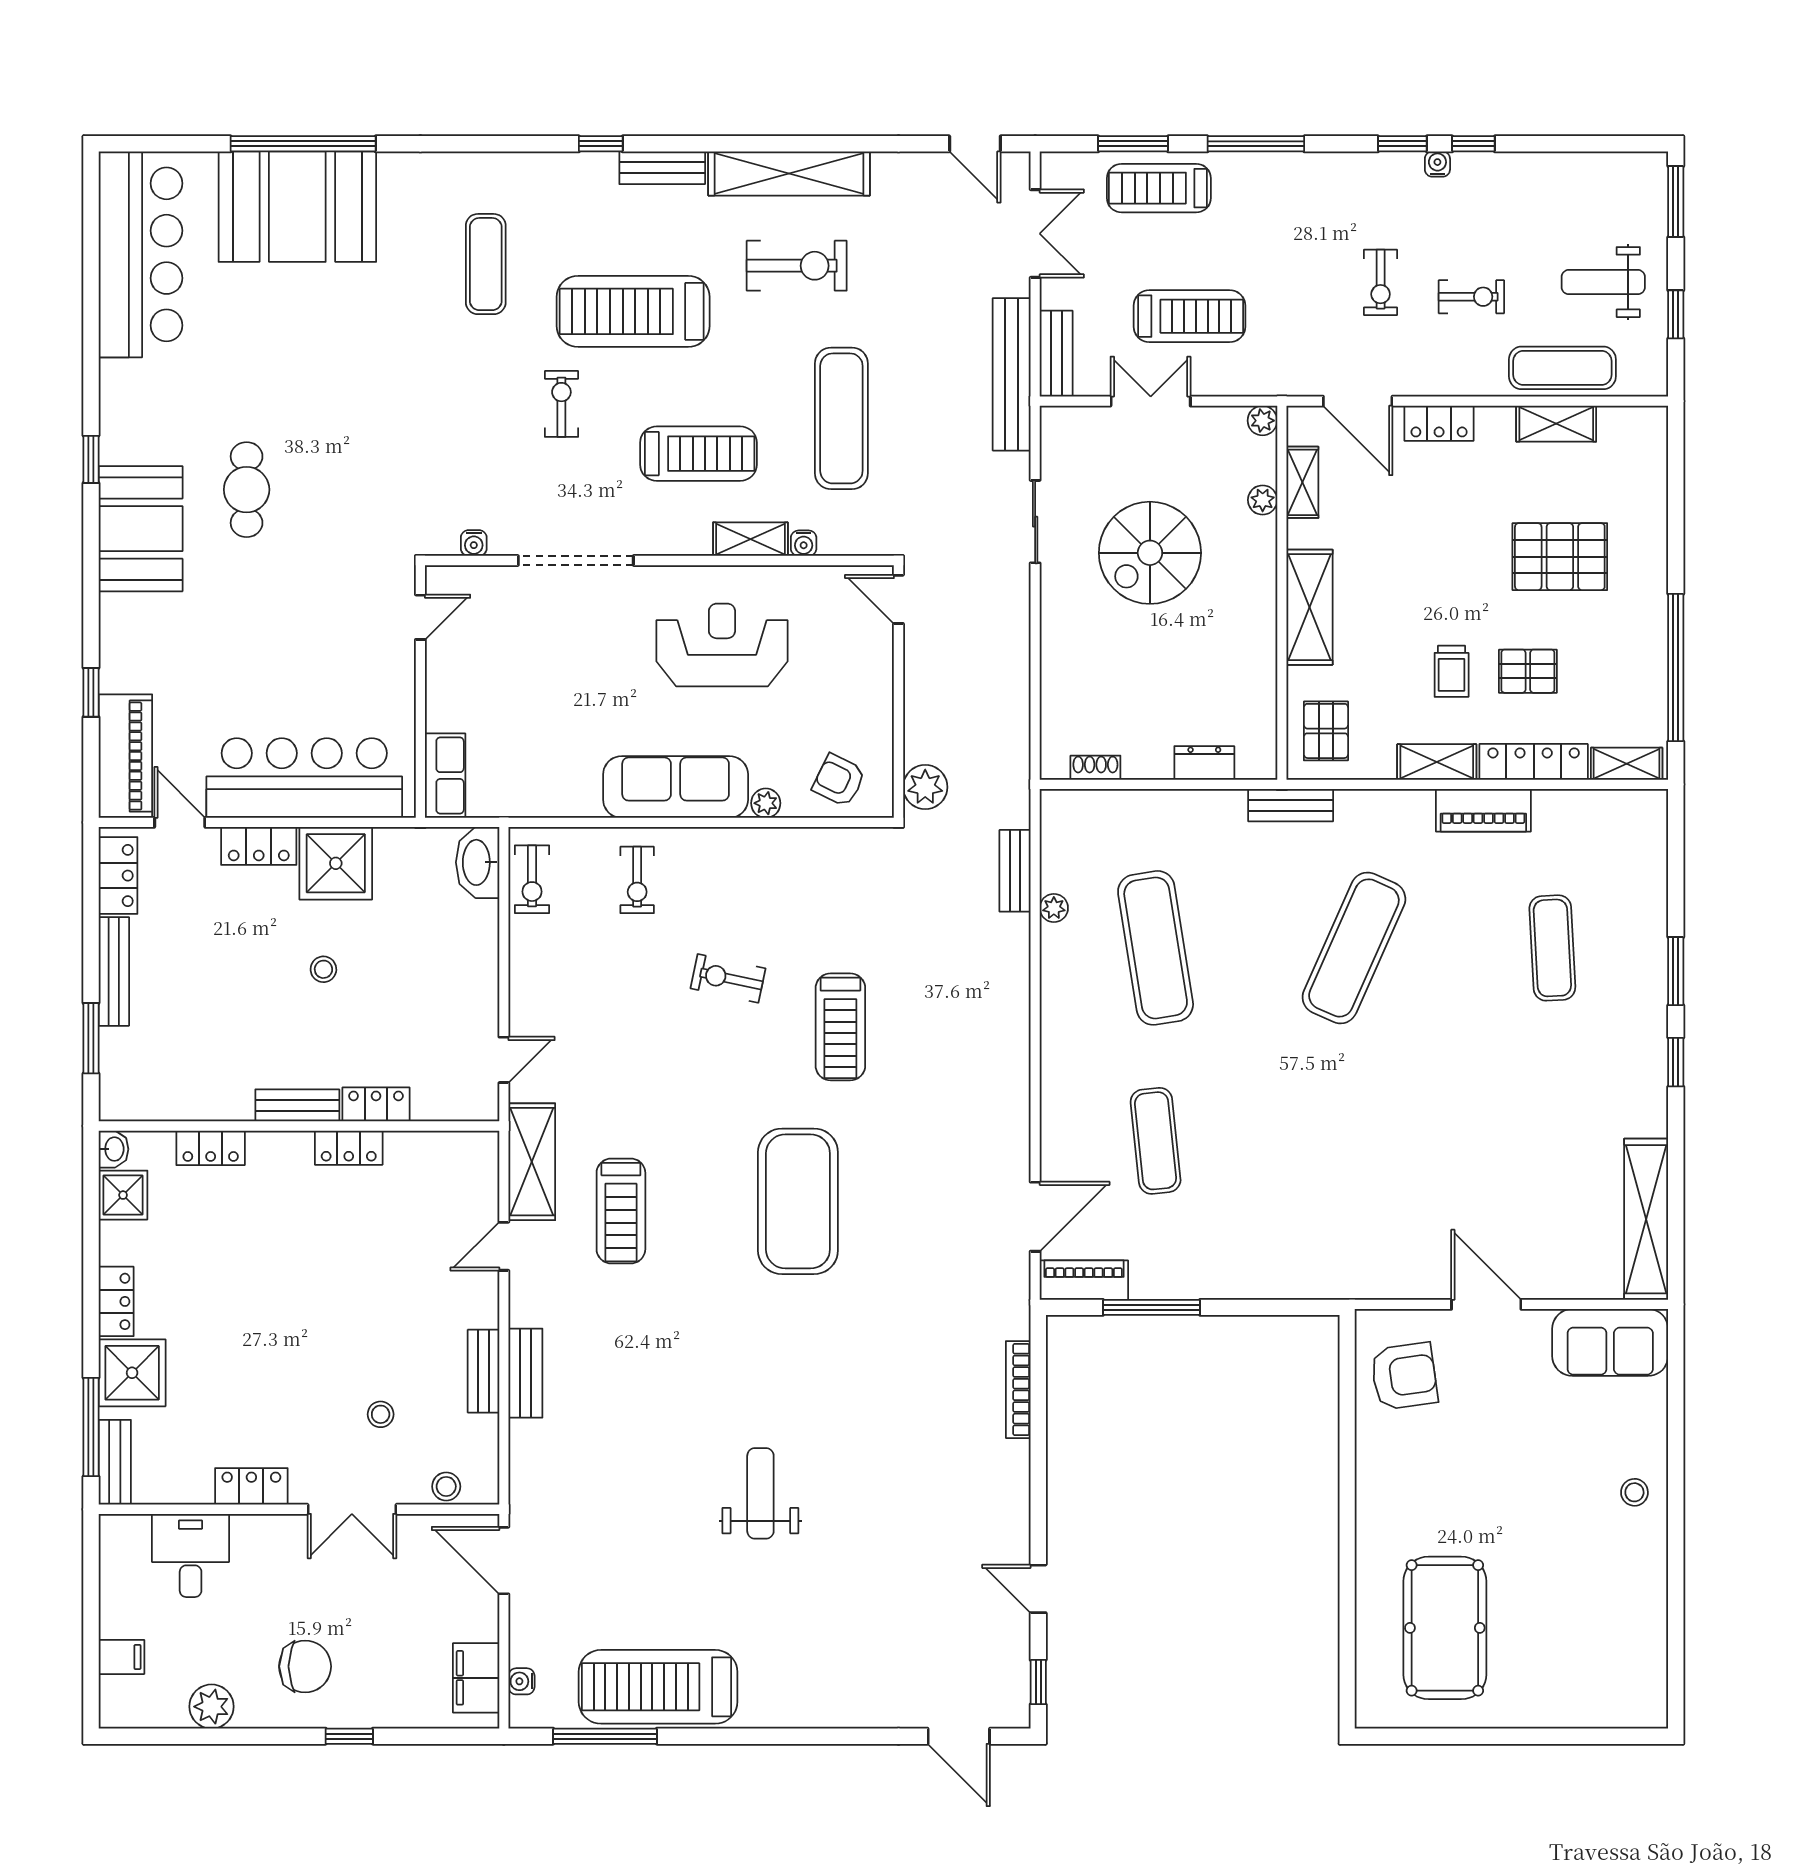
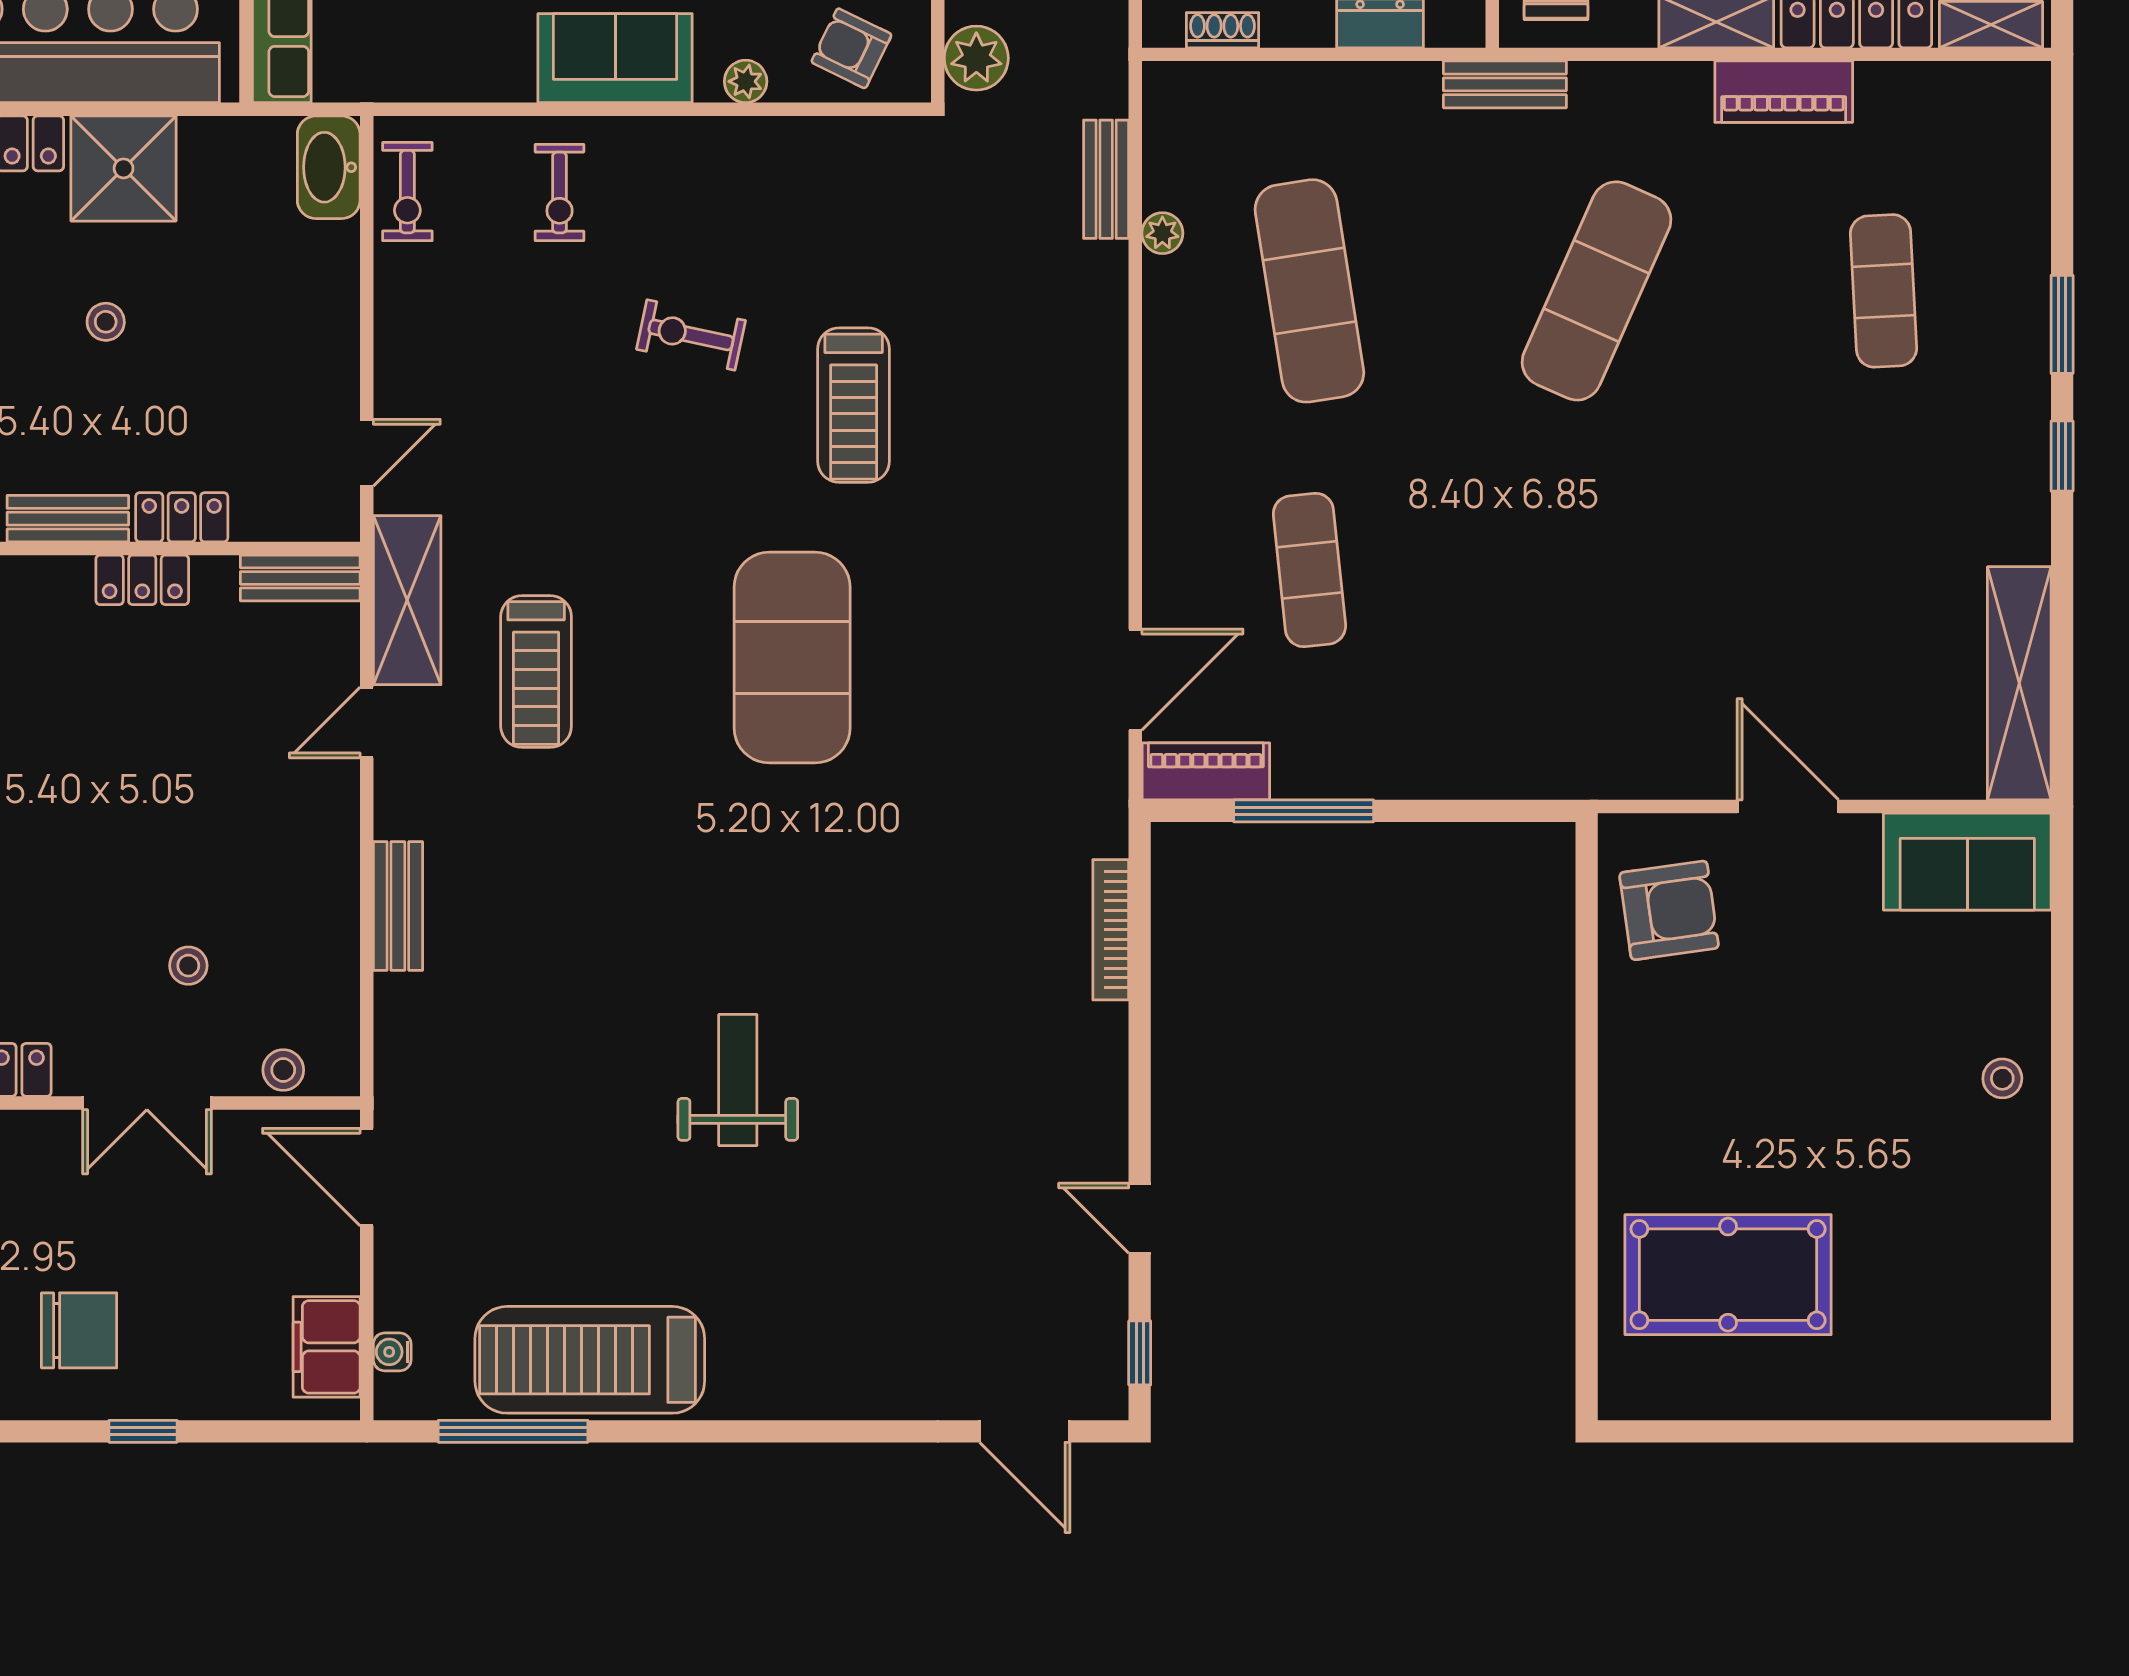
sofa: (676, 787) -> (615, 58), width x0.73
bench: (484, 1371) -> (300, 578), moved, turned 90
pool table: (1445, 1628) -> (1728, 1275), turned 90

